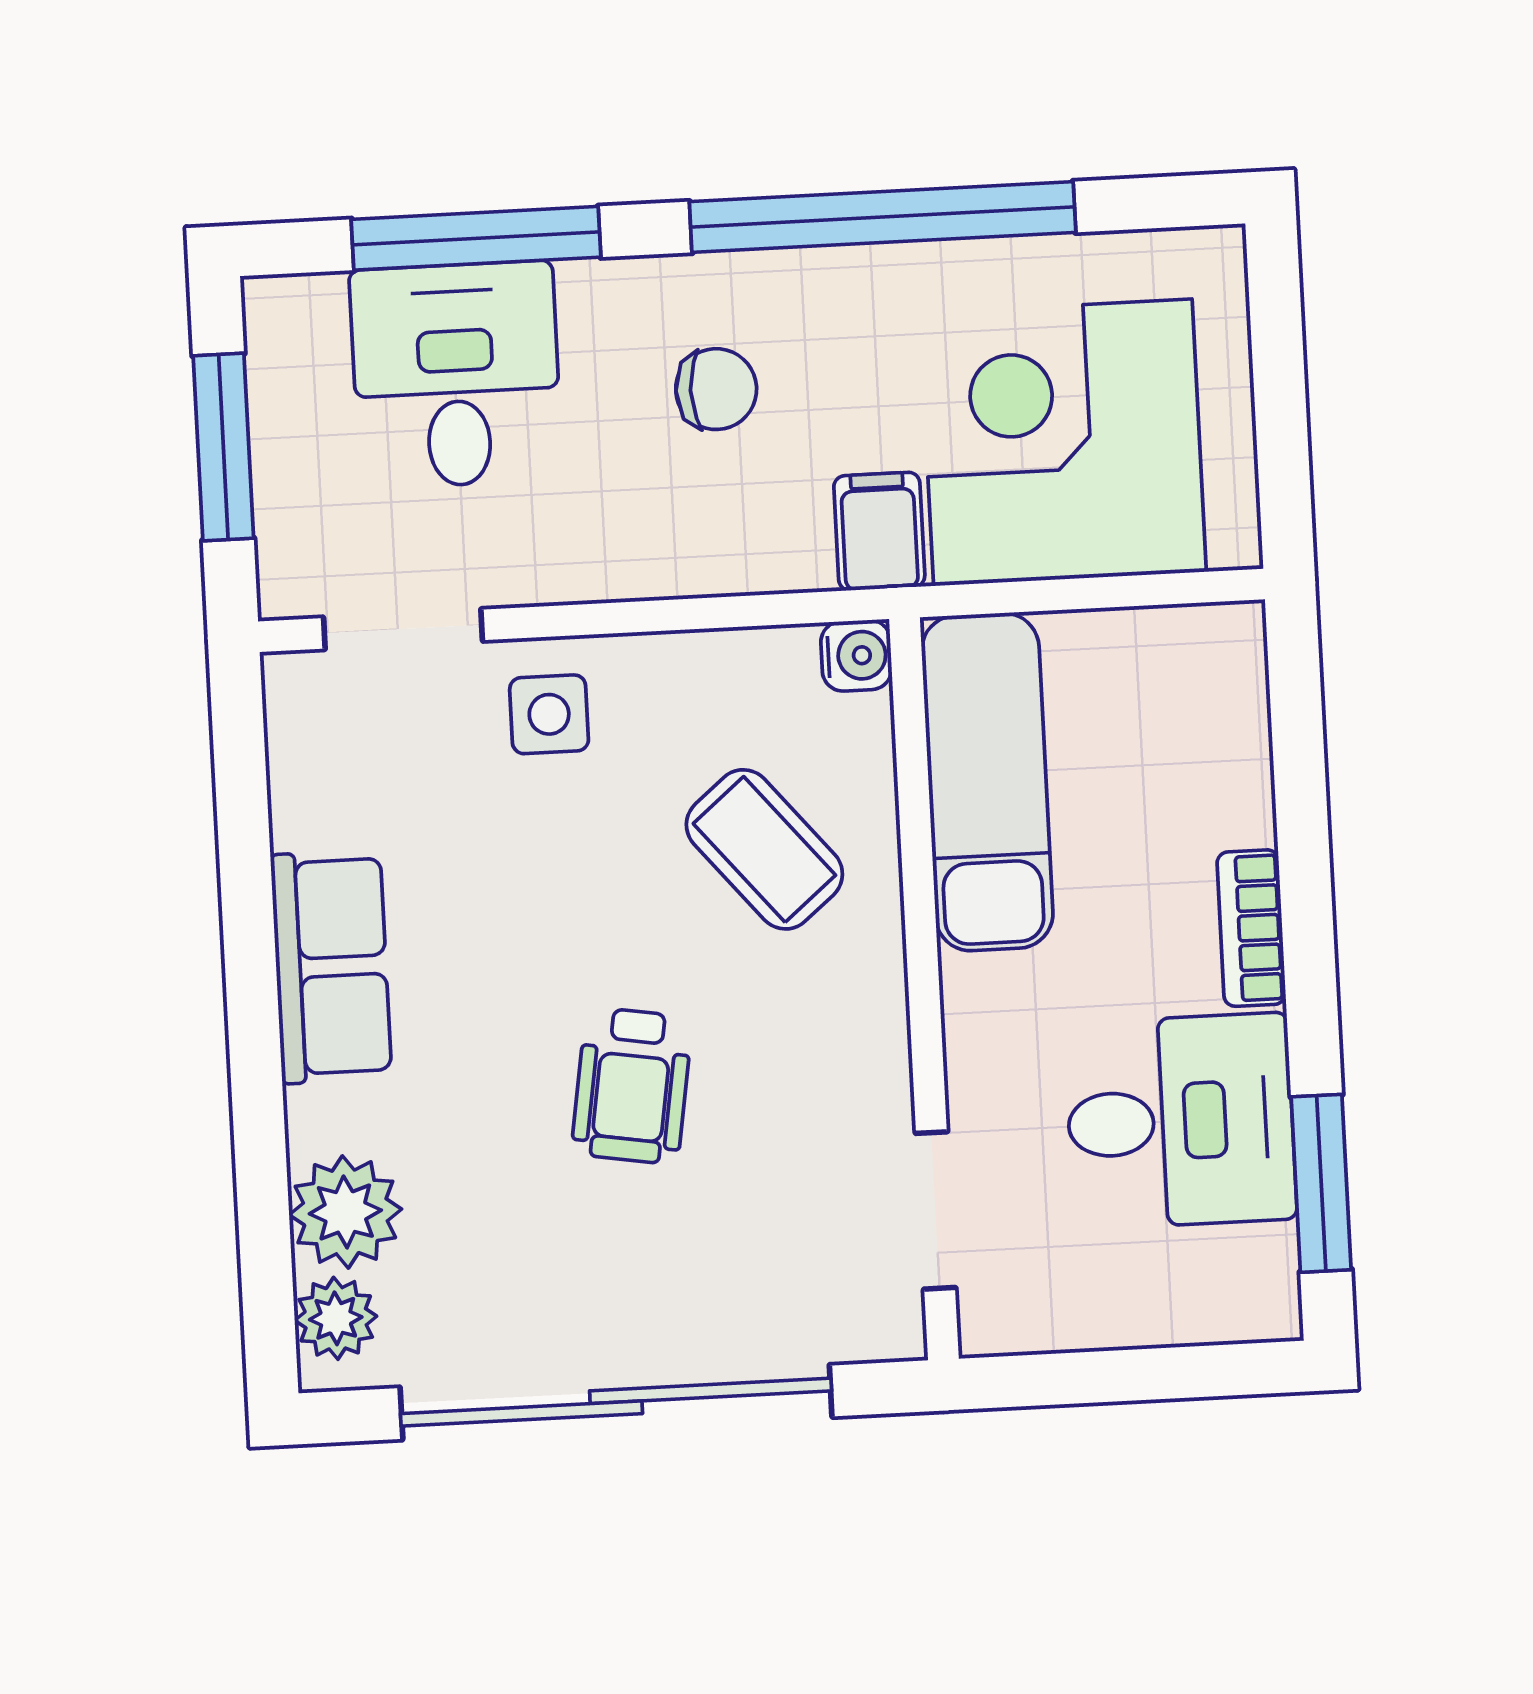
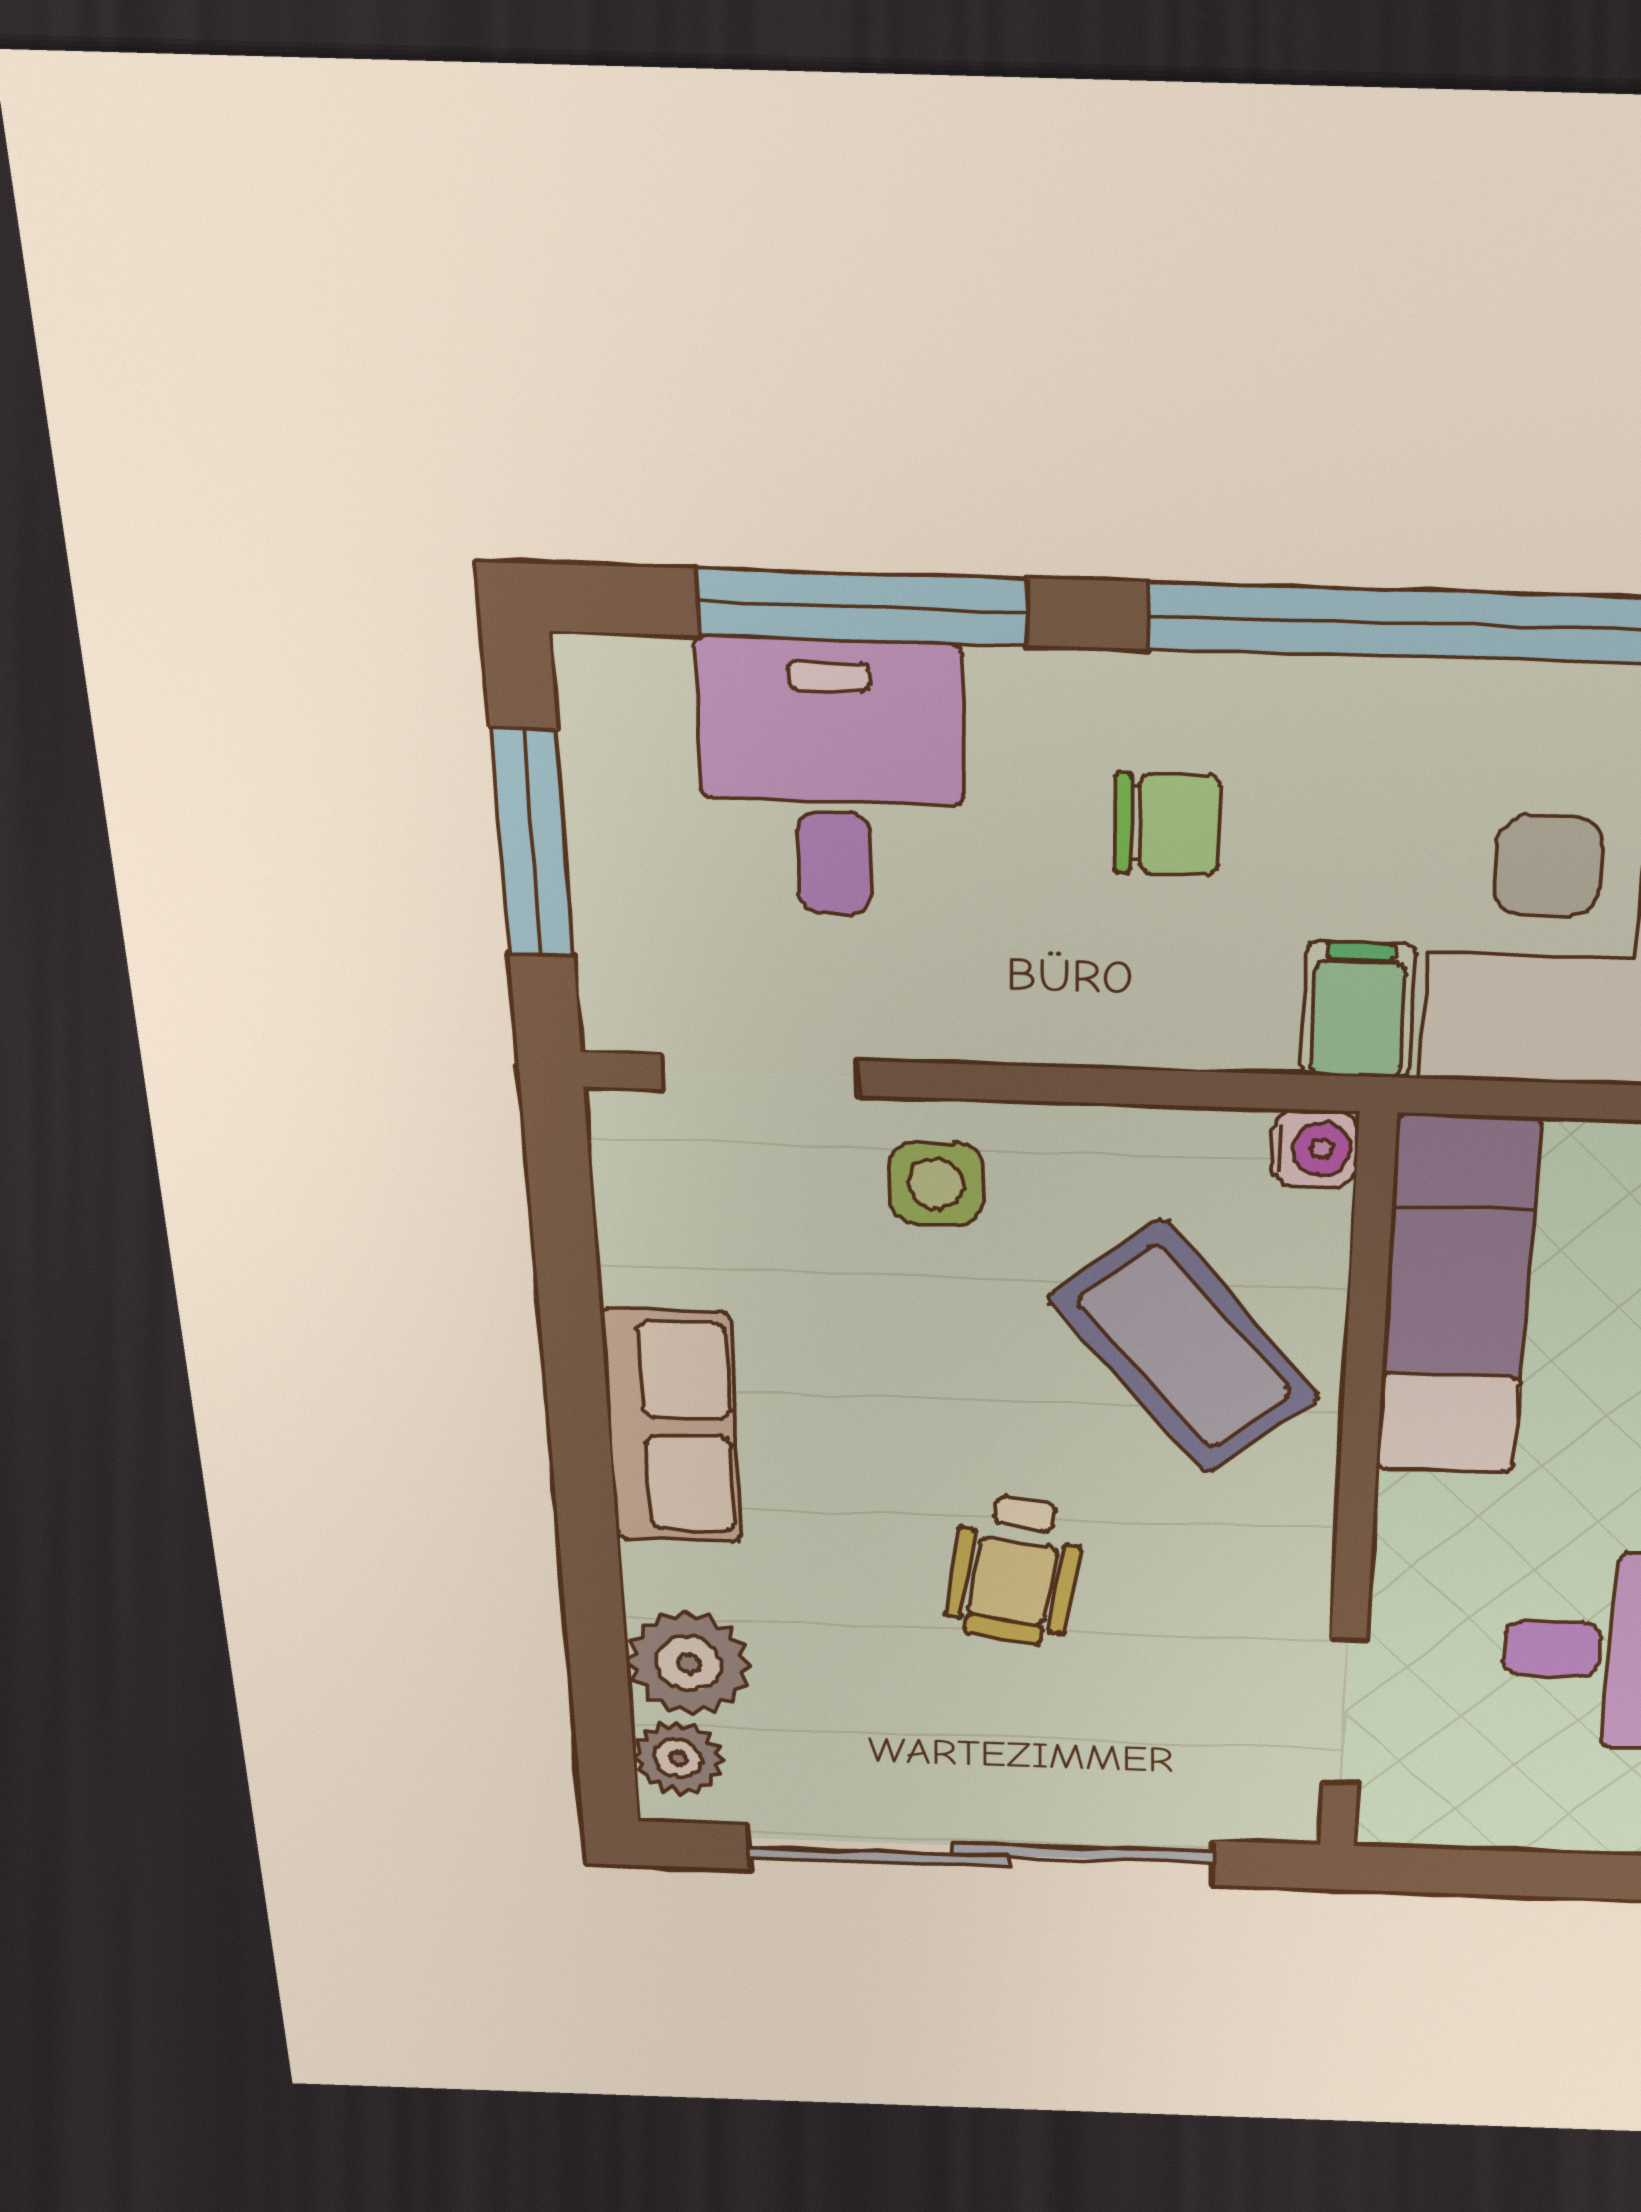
coffee table: (764, 849) -> (1185, 1347), width x1.36, depth x1.30

